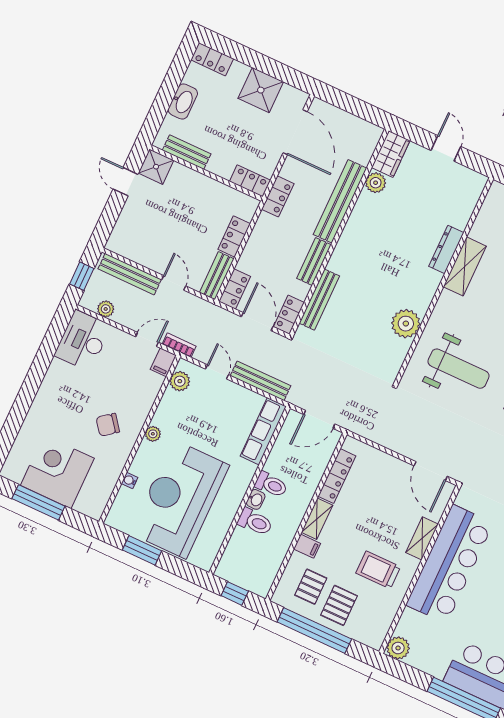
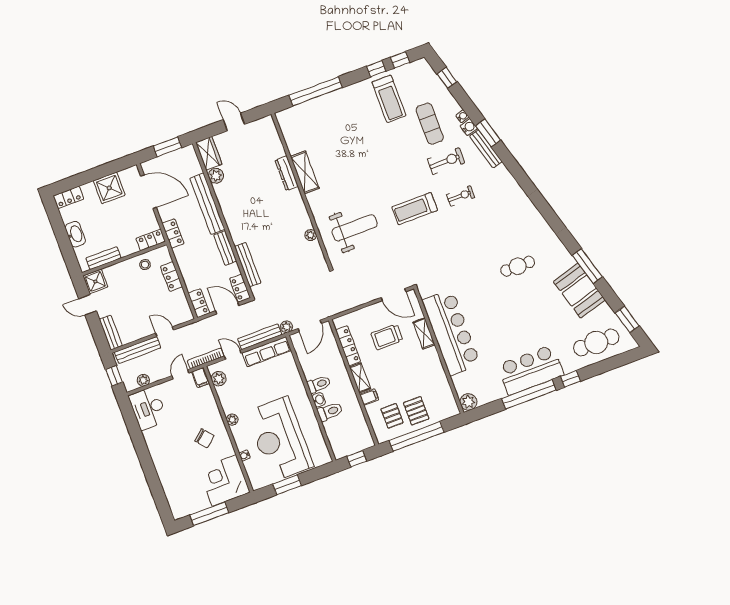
window: (357, 107) -> (167, 147), added
stool: (220, 199) -> (145, 265), added
bench: (217, 276) -> (111, 333), moved
plant: (406, 324) -> (311, 235), width x0.53, depth x0.53
bookcase: (179, 345) -> (206, 358), width x1.56
plant: (296, 397) -> (287, 327), added
chair: (108, 425) -> (204, 438), turned -93
row of seats: (263, 431) -> (267, 352), moved, turned -90
corner desk: (57, 472) -> (224, 480), moved
trolley: (378, 570) -> (387, 337), moved

